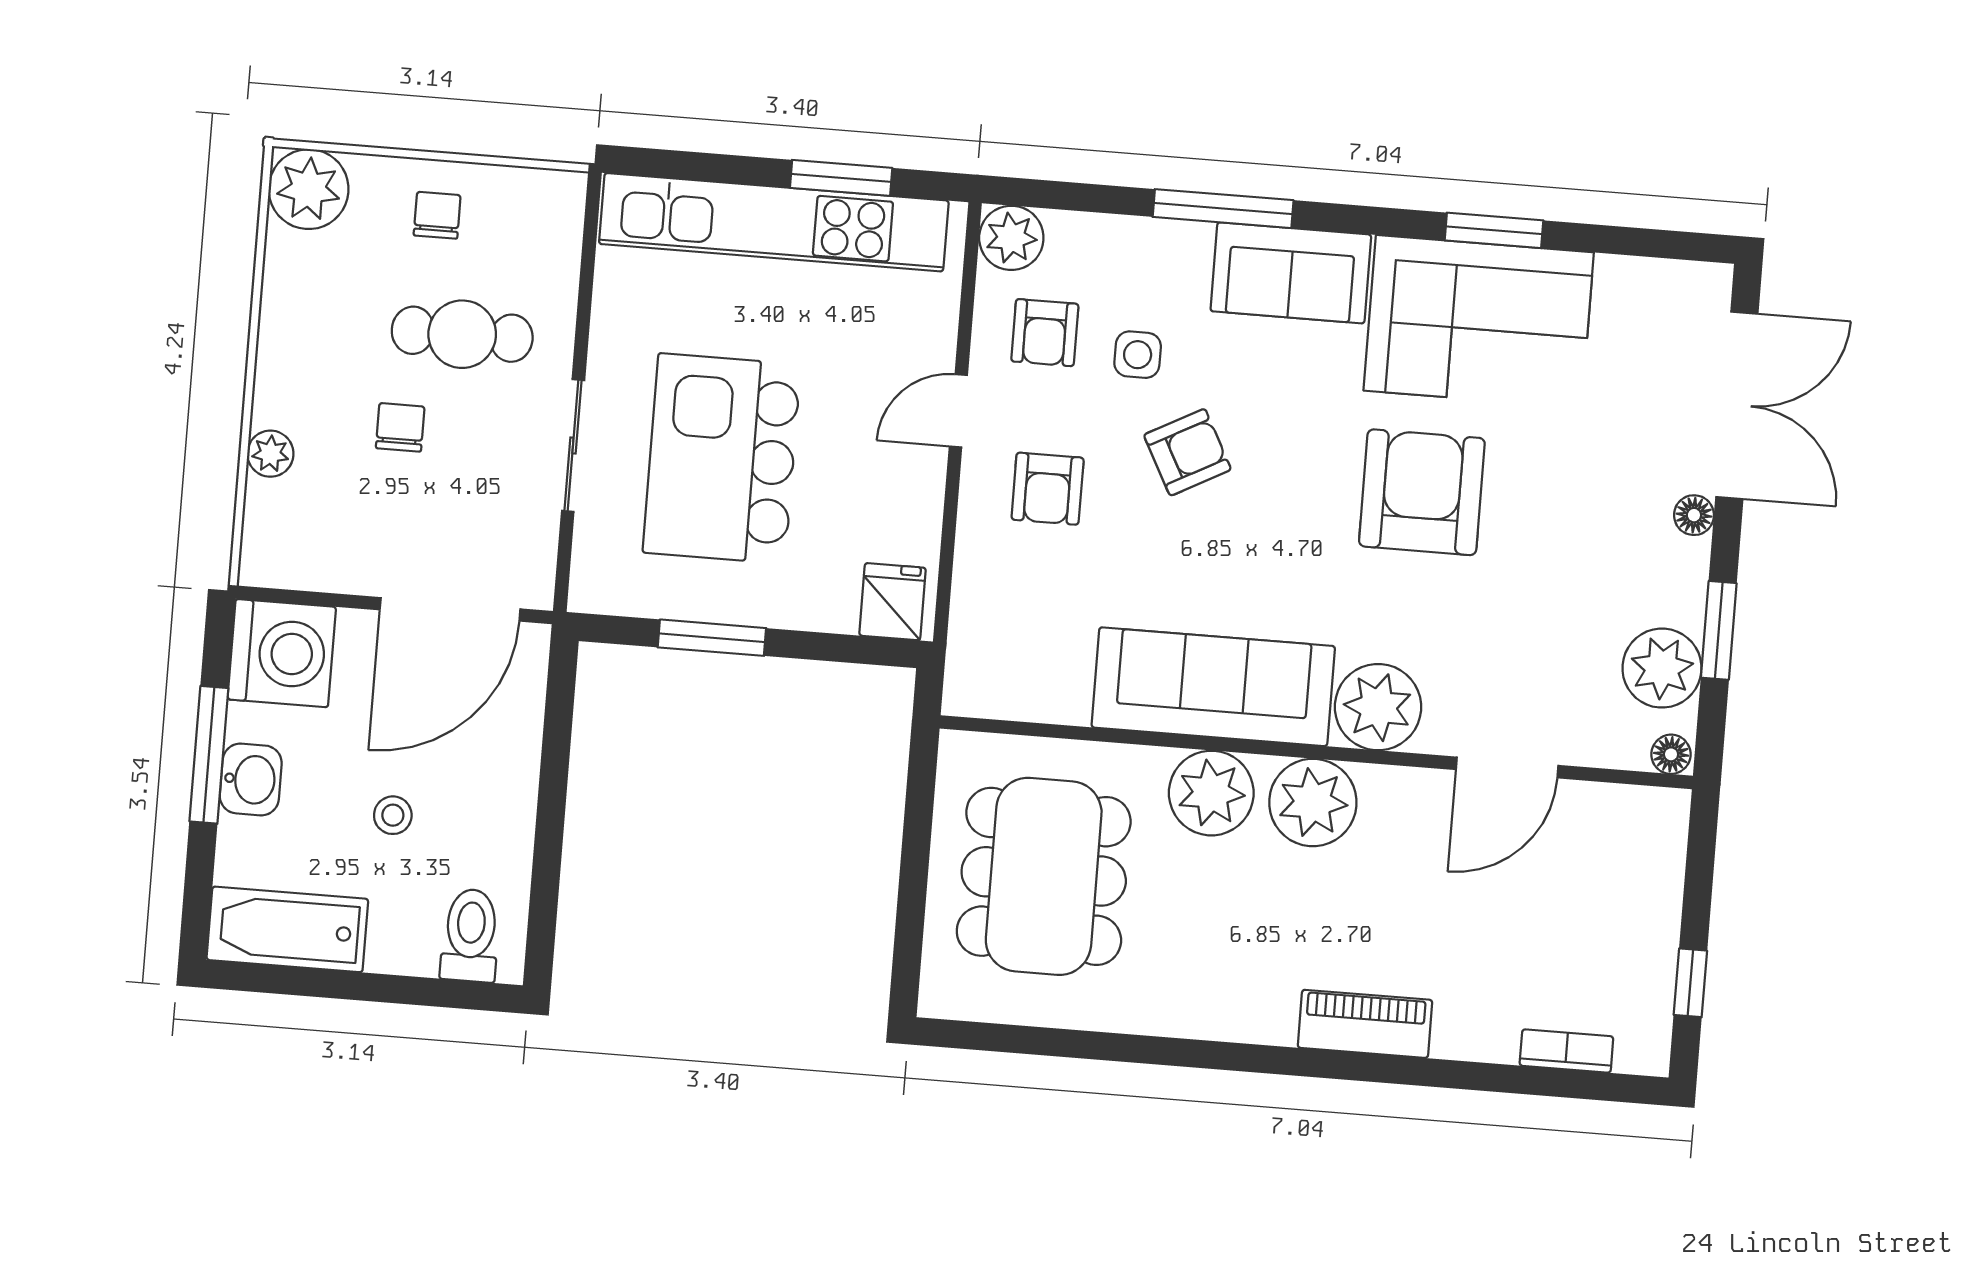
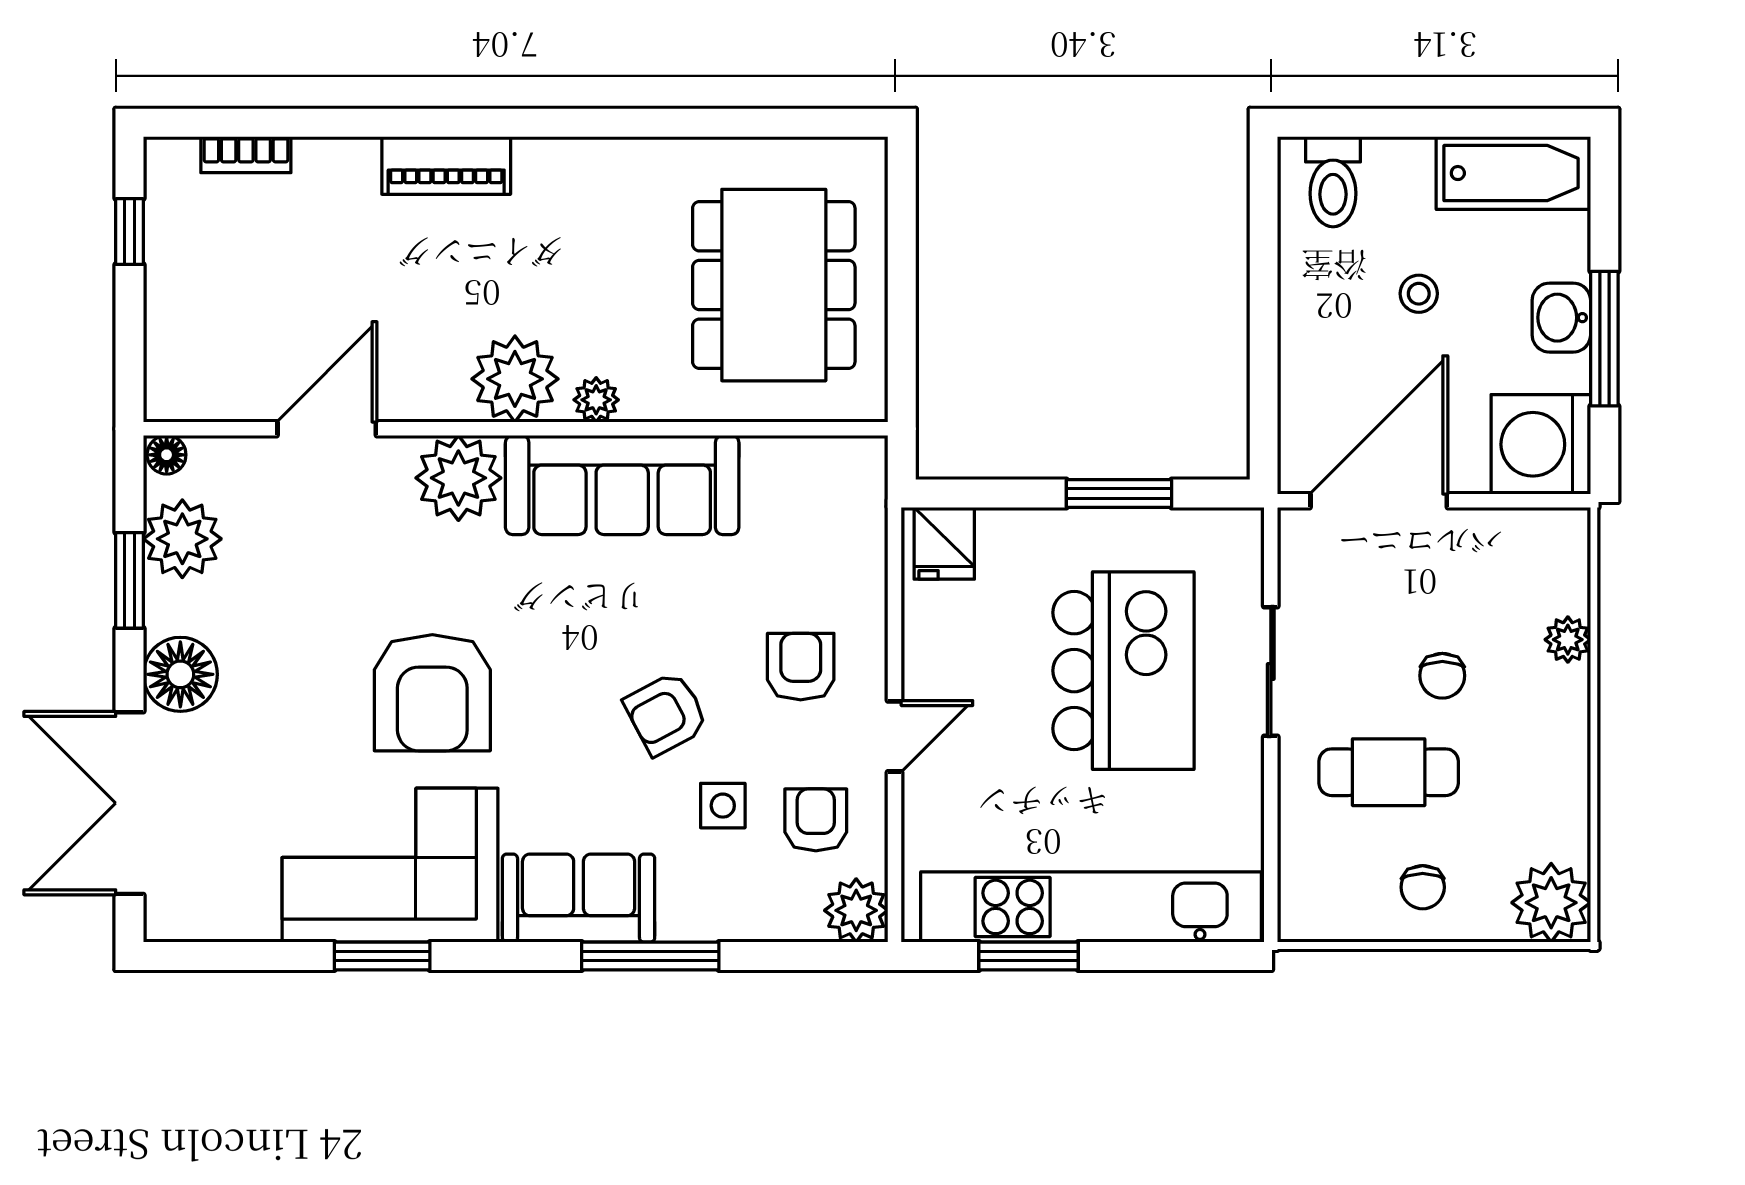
floor lamp: (1694, 515) -> (180, 674), width x1.89, depth x1.89
plant: (1211, 793) -> (596, 400), width x0.53, depth x0.53

